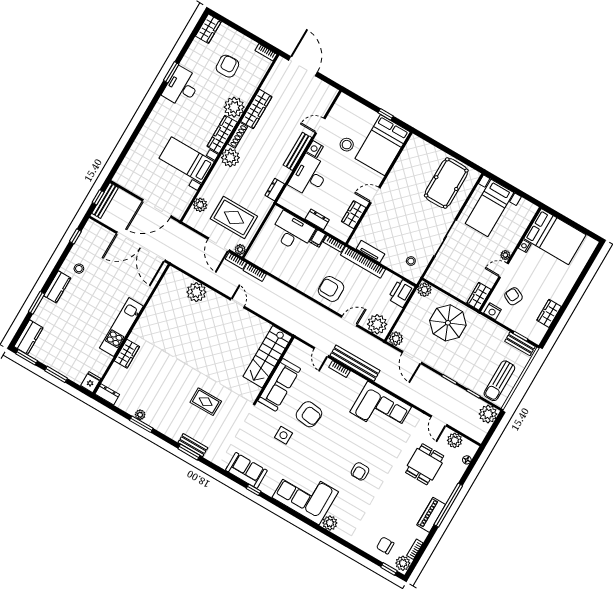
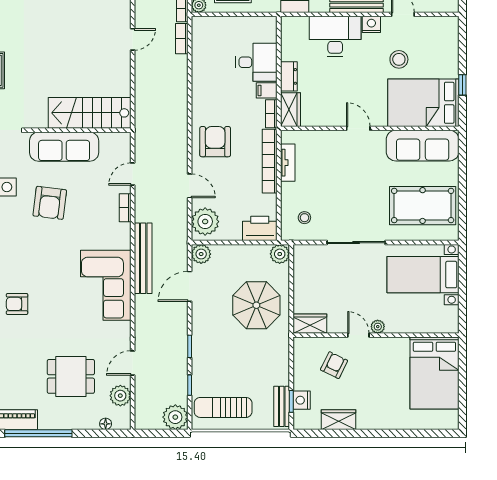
sofa: (409, 161) -> (423, 146), added
wardrobe: (354, 215) -> (290, 110), moved, turned 90
desk: (292, 232) -> (256, 62), width x0.73
nightstand: (525, 246) -> (402, 343), removed
nightstand: (493, 311) -> (302, 400), moved
bench: (355, 363) -> (143, 258), moved

